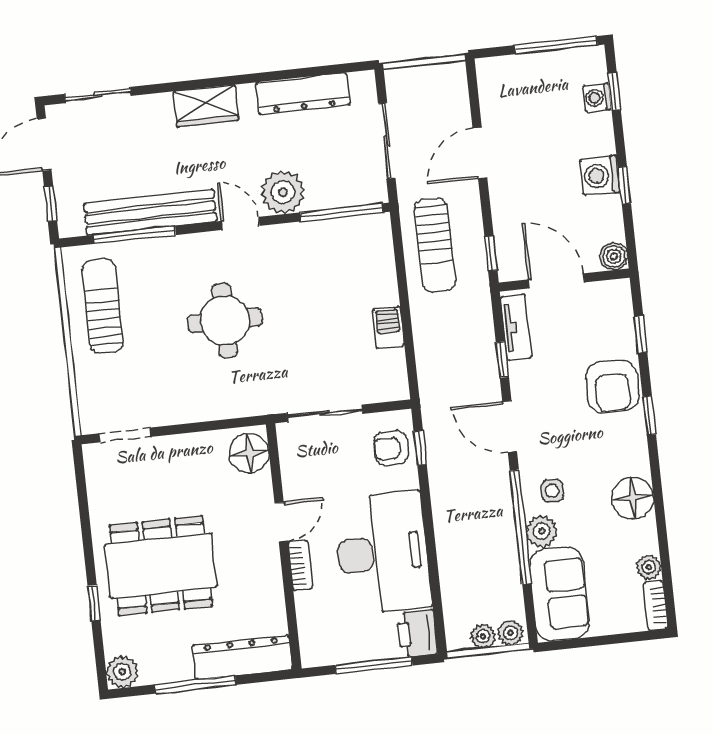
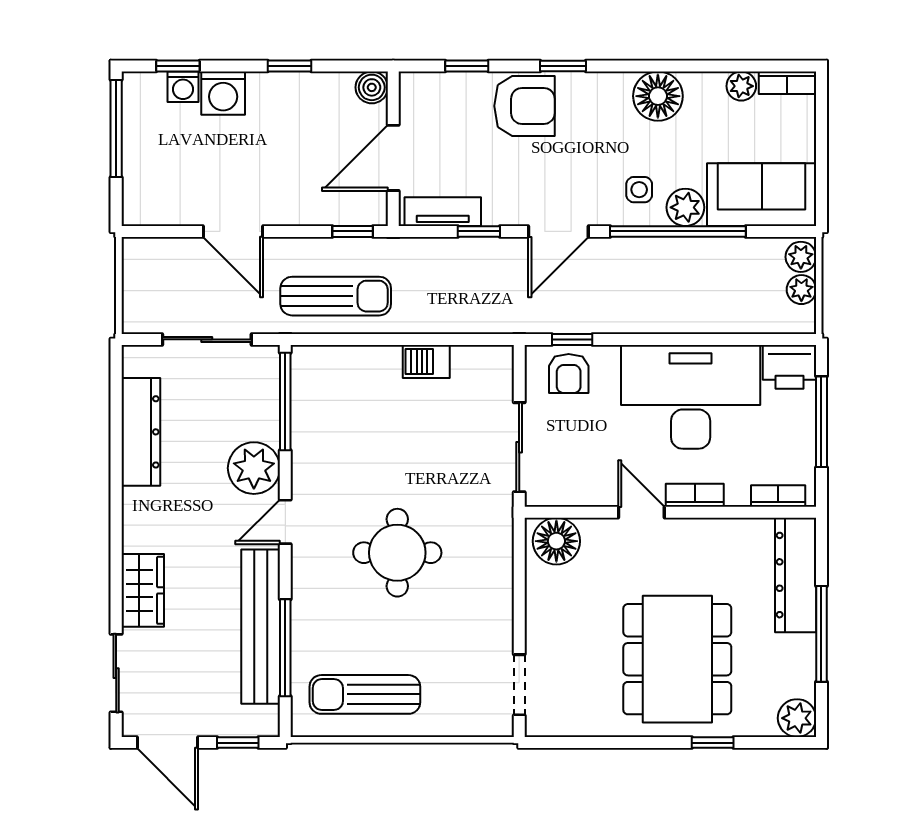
wardrobe: (206, 106) -> (143, 590), moved
washing machine: (600, 176) -> (223, 93), moved
bookcase: (307, 636) -> (778, 496), added

